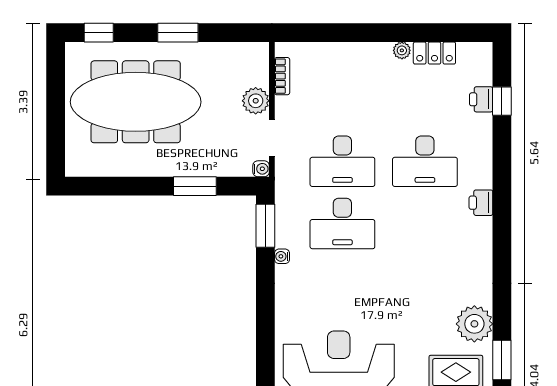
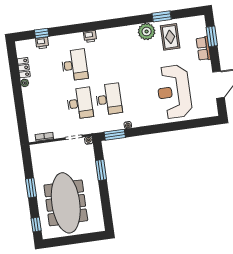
plant: (256, 101) -> (57, 147), removed

